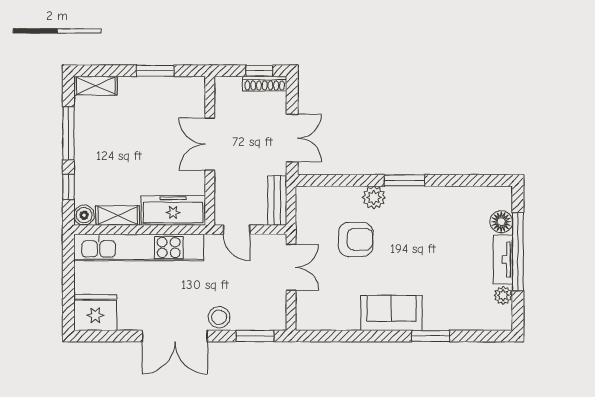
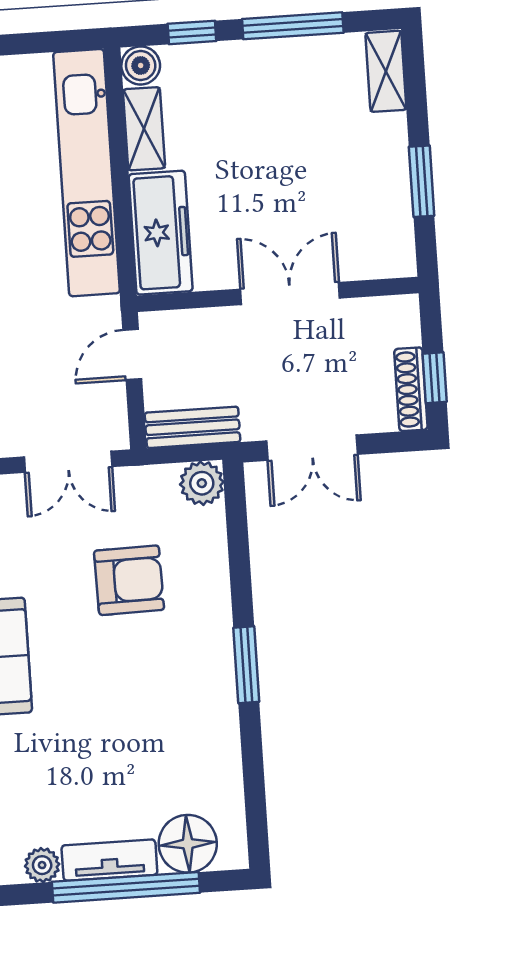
plant: (374, 197) -> (202, 483), moved
floor lamp: (501, 222) -> (188, 844), width x1.38, depth x1.38
armchair: (356, 239) -> (129, 580), turned -91

